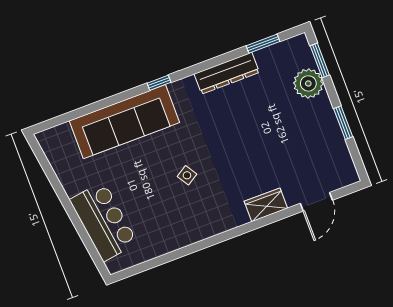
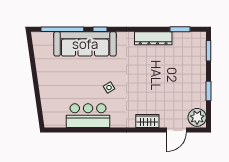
window: (159, 83) -> (100, 29), moved
plant: (308, 83) -> (197, 117), moved
window: (81, 112) -> (62, 29), added
bar counter: (104, 221) -> (88, 116), moved, turned -82

